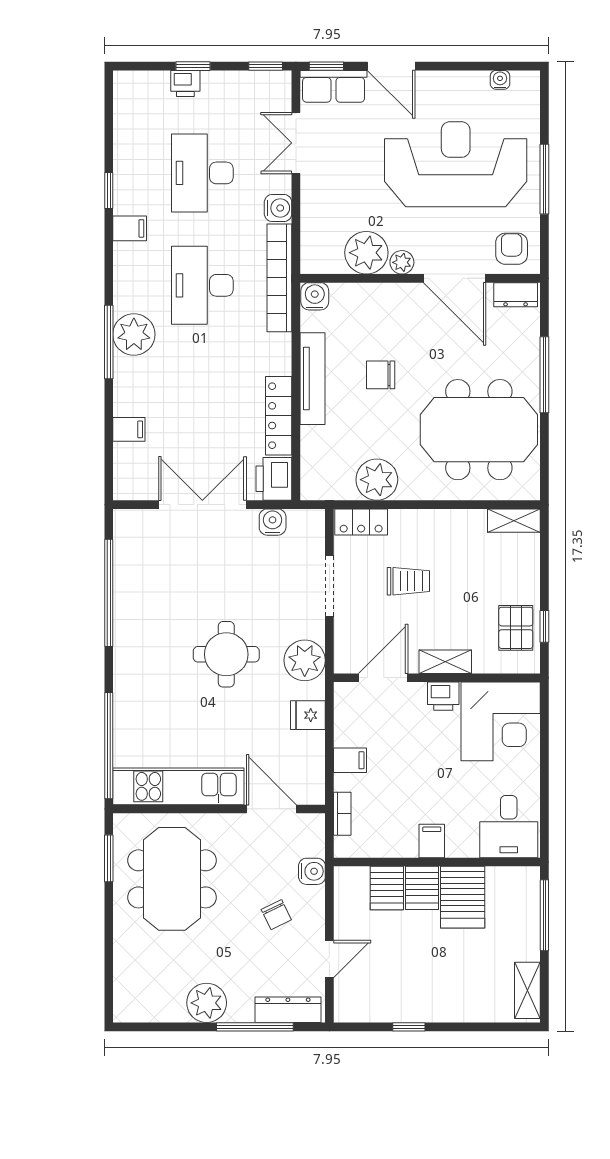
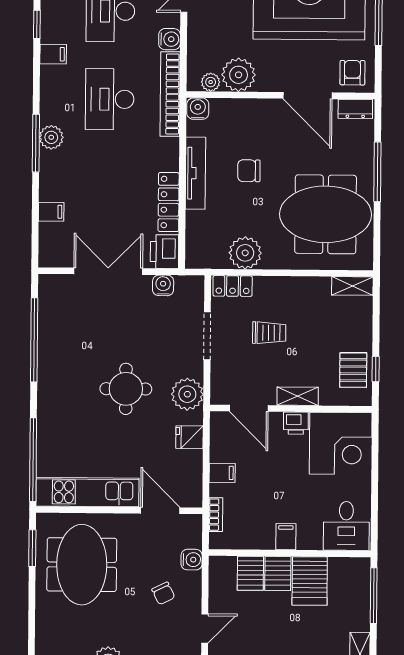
plant: (402, 262) -> (211, 82), moved
plant: (134, 334) -> (51, 137), width x0.73, depth x0.73
door: (383, 678) -> (249, 408), swing flipped

